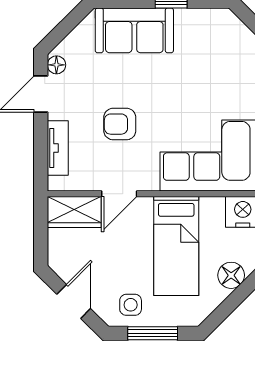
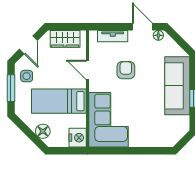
sofa: (134, 30) -> (177, 86), width x1.36
wardrobe: (74, 212) -> (65, 39), moved, turned -90
door: (74, 301) -> (28, 45), hinge flipped

